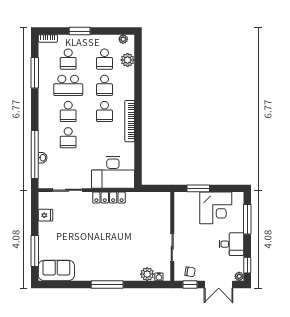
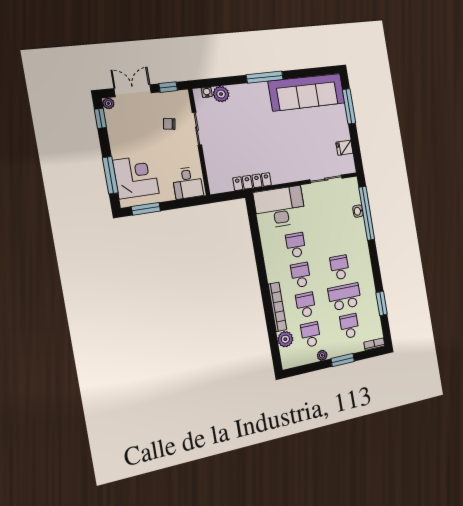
plant: (123, 39) -> (322, 355), moved
window: (35, 73) -> (382, 303), width x0.69
bookcase: (130, 121) -> (277, 307), moved
school desk: (68, 138) -> (296, 245), moved
window: (198, 188) -> (146, 209), moved
locker: (109, 198) -> (252, 182), moved
corner desk: (216, 208) -> (136, 177), moved, turned 90
desk: (231, 244) -> (188, 183), moved, turned -90
sofa: (56, 270) -> (307, 92), width x1.85, depth x1.27
chair: (190, 272) -> (169, 124), moved

